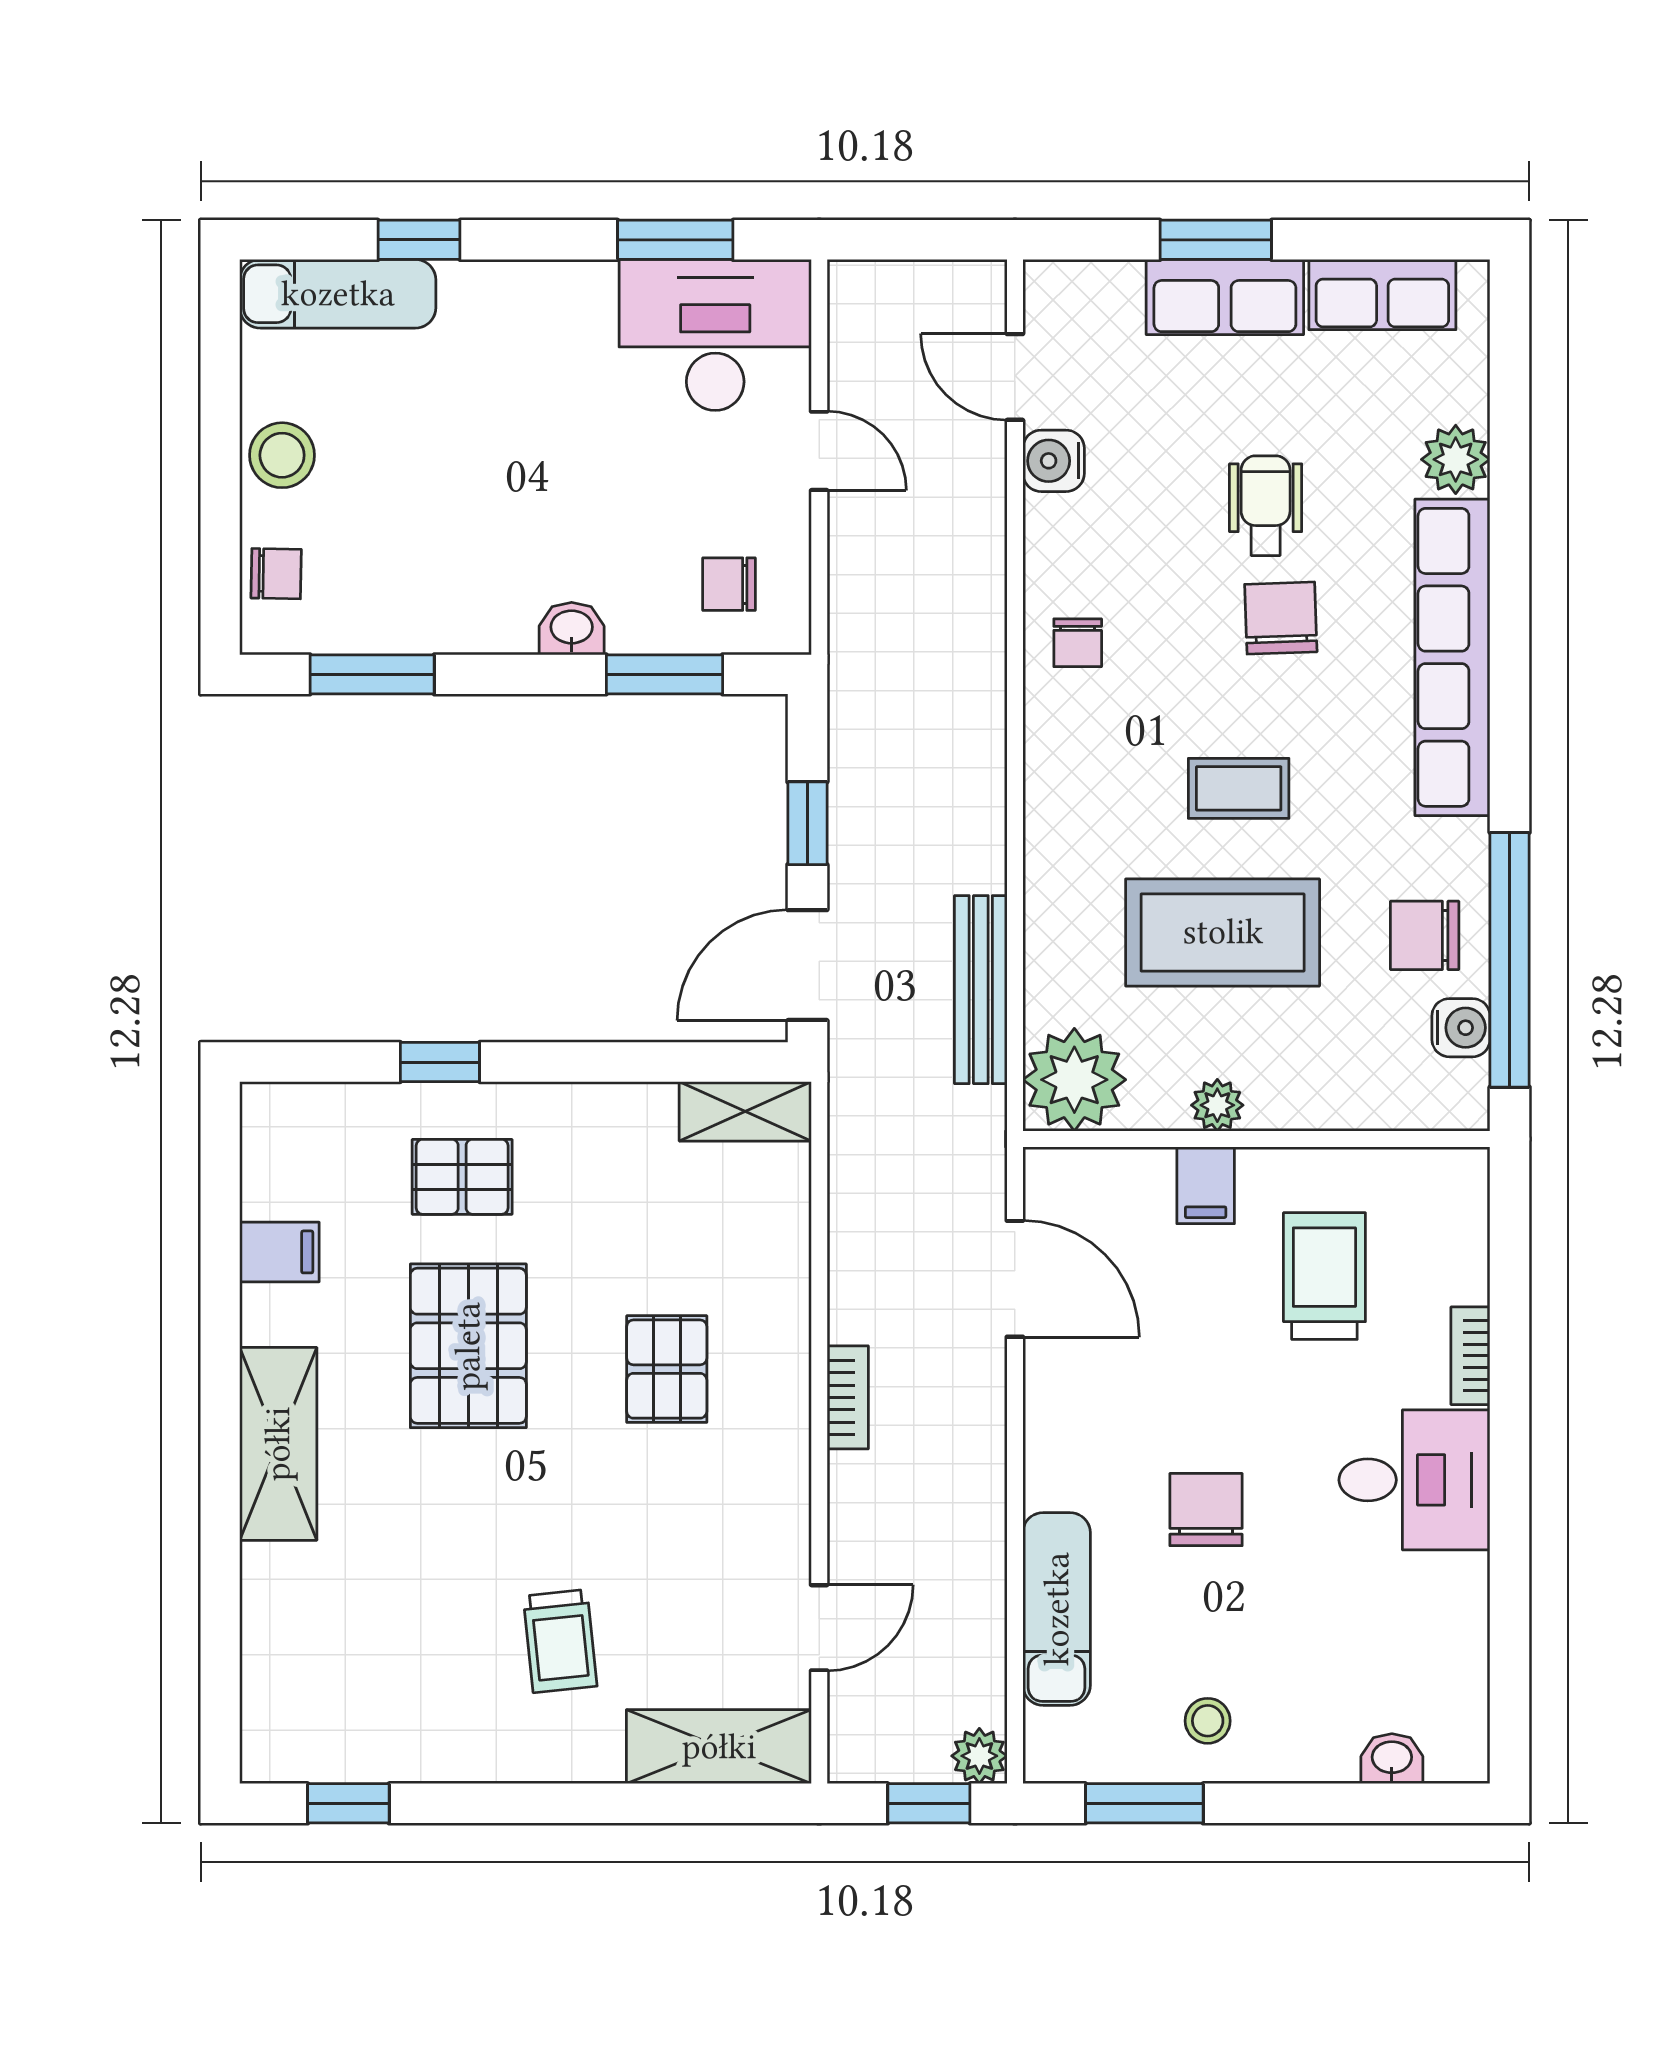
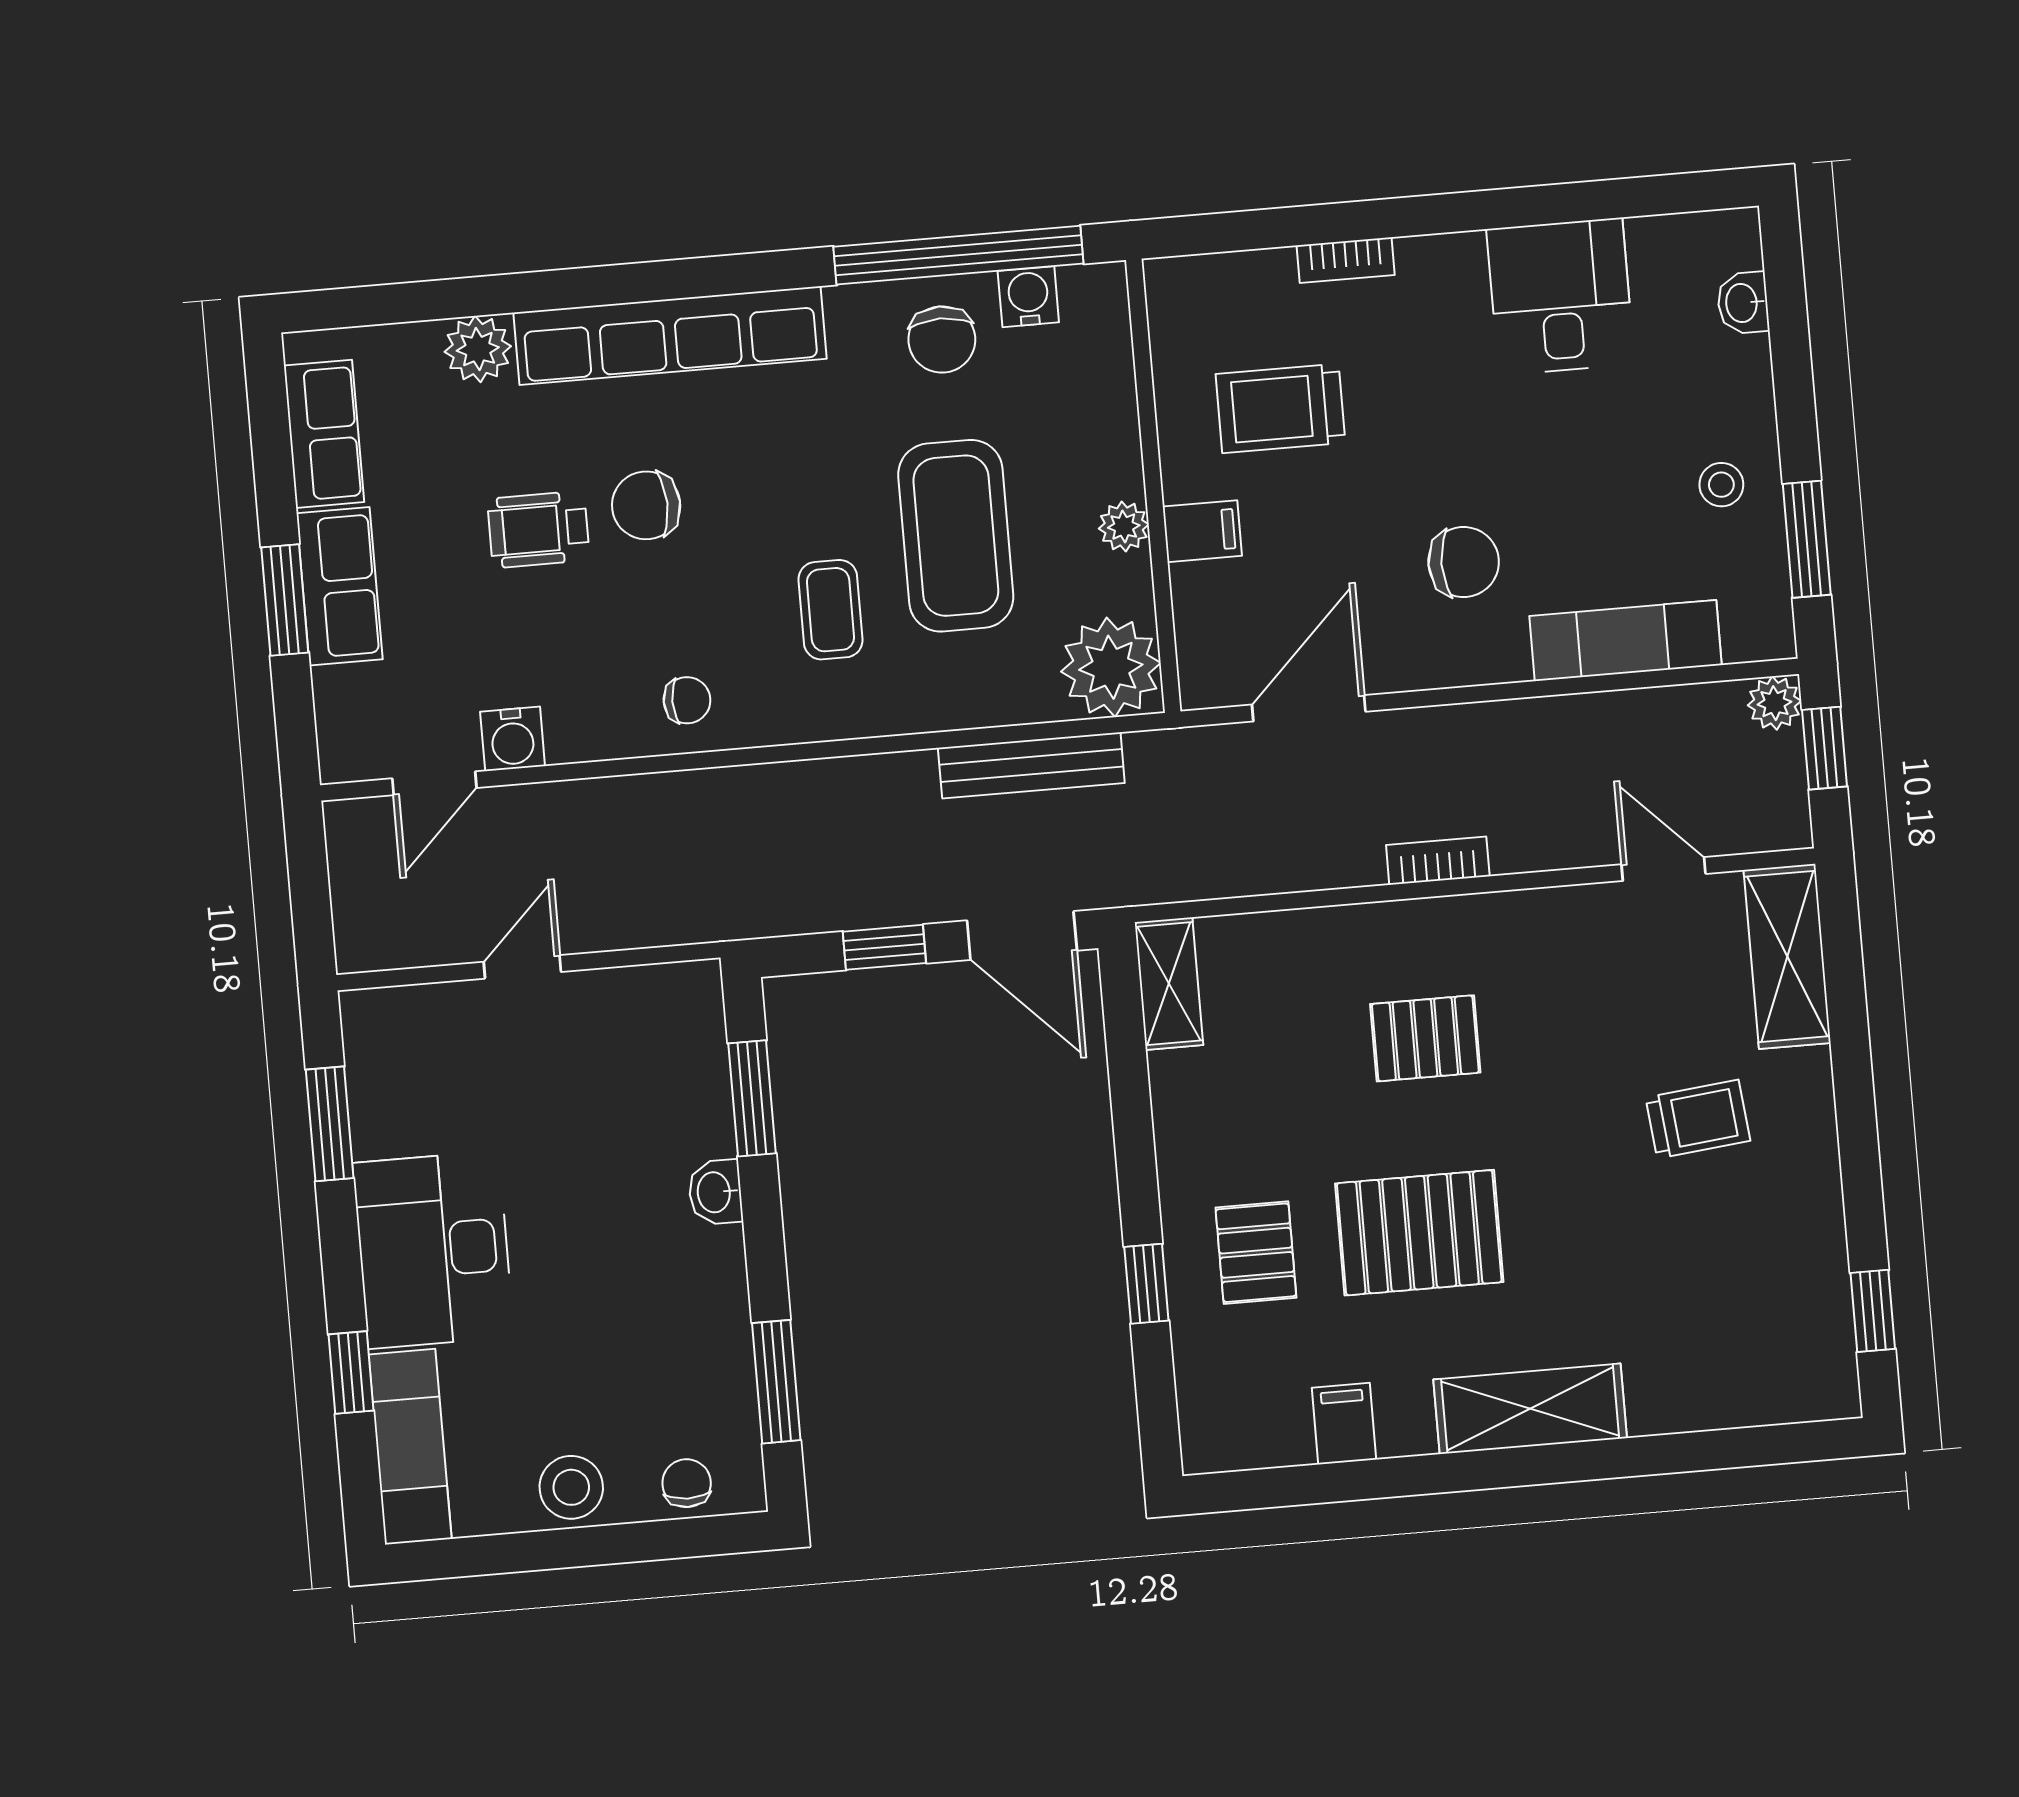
desk: (715, 335) -> (433, 1250), moved
chair: (729, 584) -> (659, 1043), removed
coffee table: (1239, 788) -> (831, 610), moved
desk: (1414, 1480) -> (1560, 296), moved
chair: (1206, 1510) -> (1464, 562), moved, turned 180

